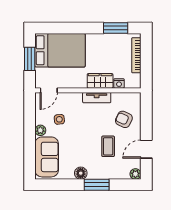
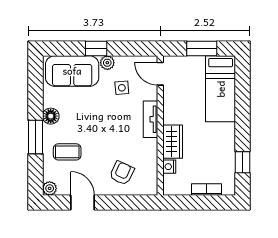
window: (116, 28) -> (243, 162), width x0.67
bed: (60, 50) -> (221, 89), width x0.67
bookcase: (136, 55) -> (206, 190), width x0.64
tv unit: (97, 98) -> (151, 119), moved
window: (30, 139) -> (96, 49), added
coffee table: (108, 146) -> (67, 152), moved

